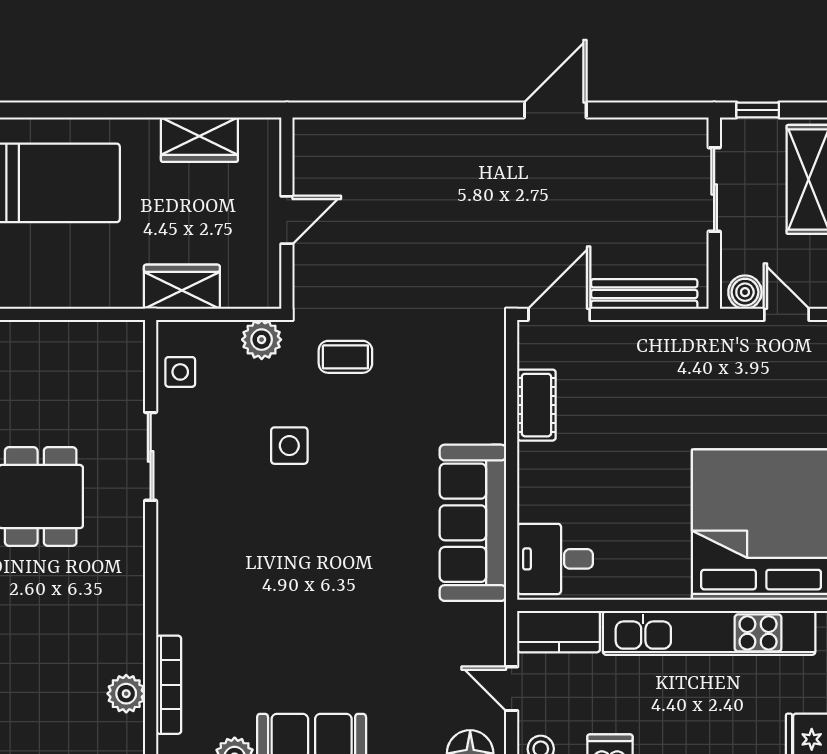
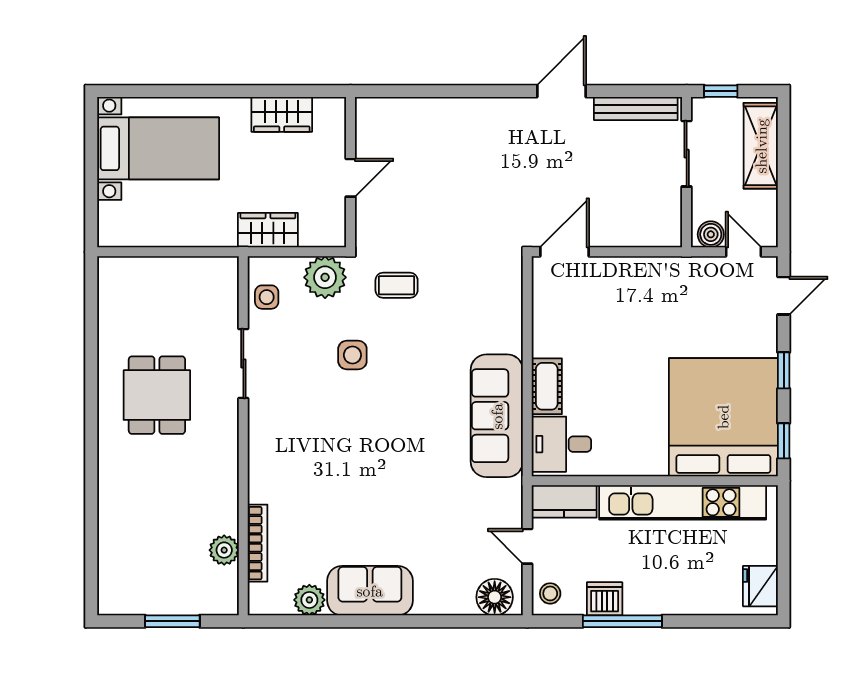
bench: (644, 294) -> (636, 109), moved
plant: (262, 340) -> (325, 277), width x1.36, depth x1.36
cot: (536, 405) -> (547, 386), moved

